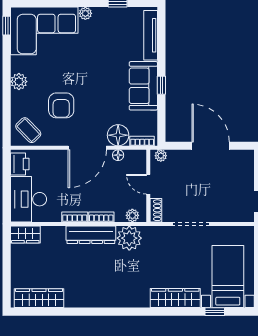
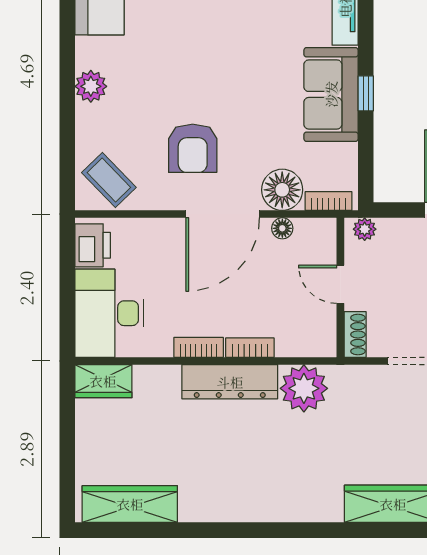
armchair: (61, 105) -> (193, 148), moved
plant: (132, 215) -> (310, 345), removed

